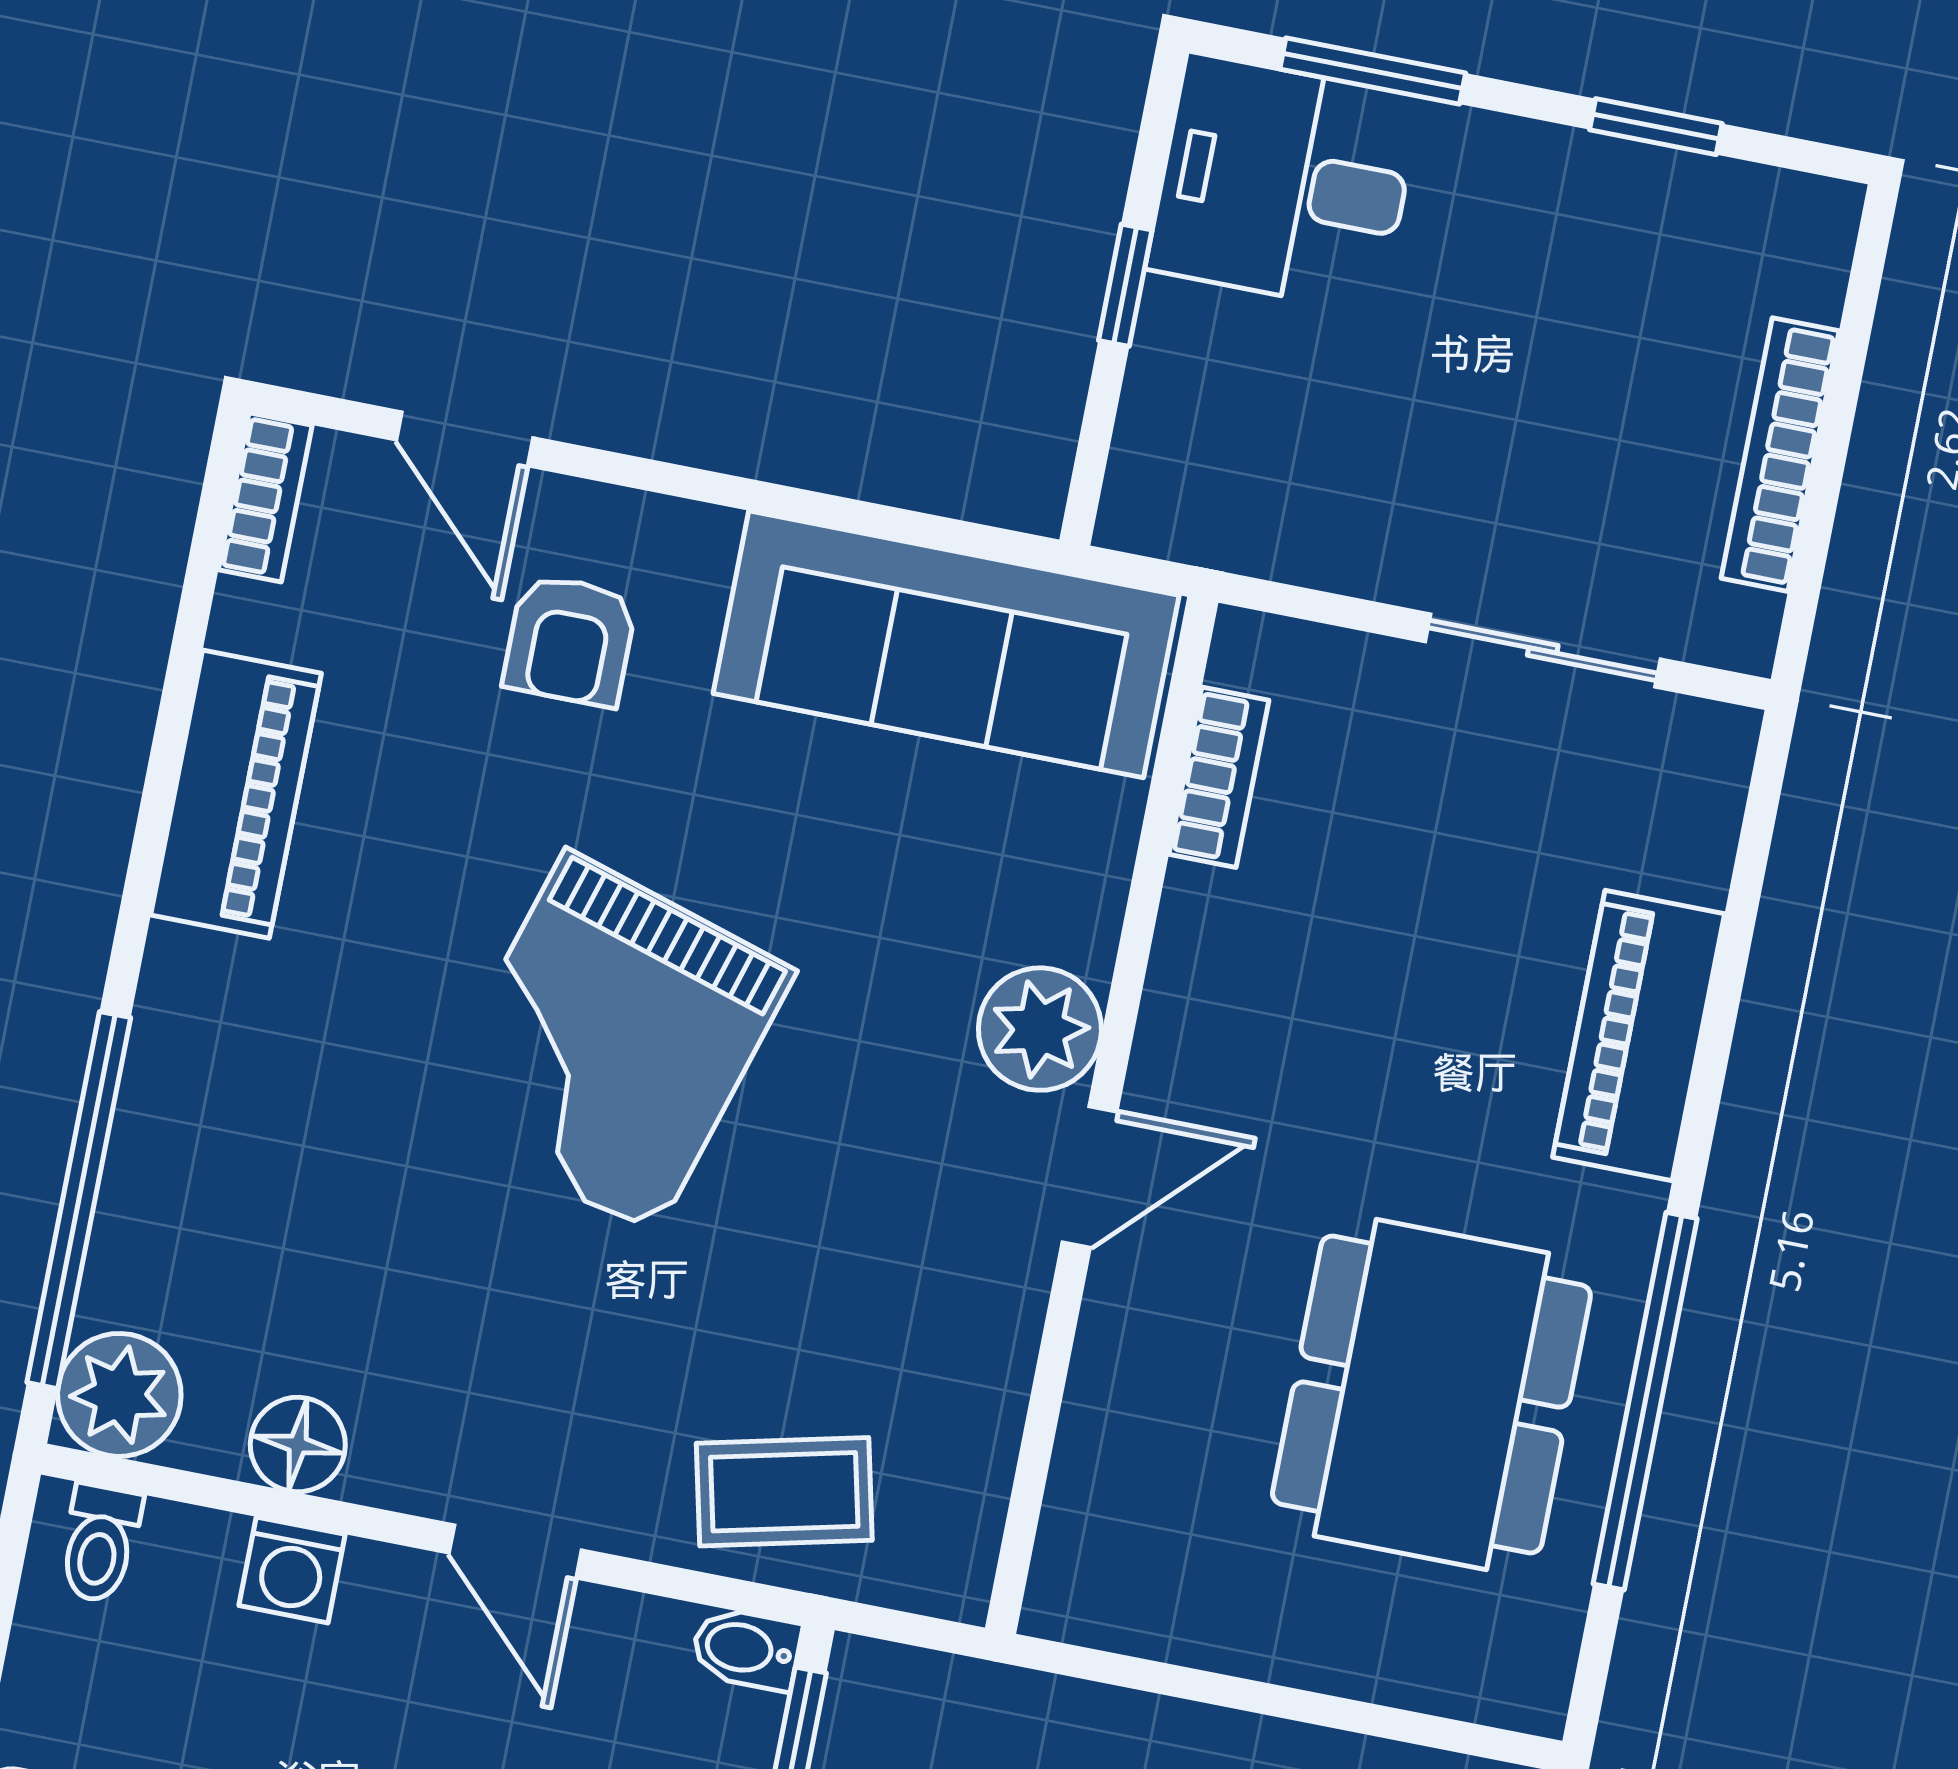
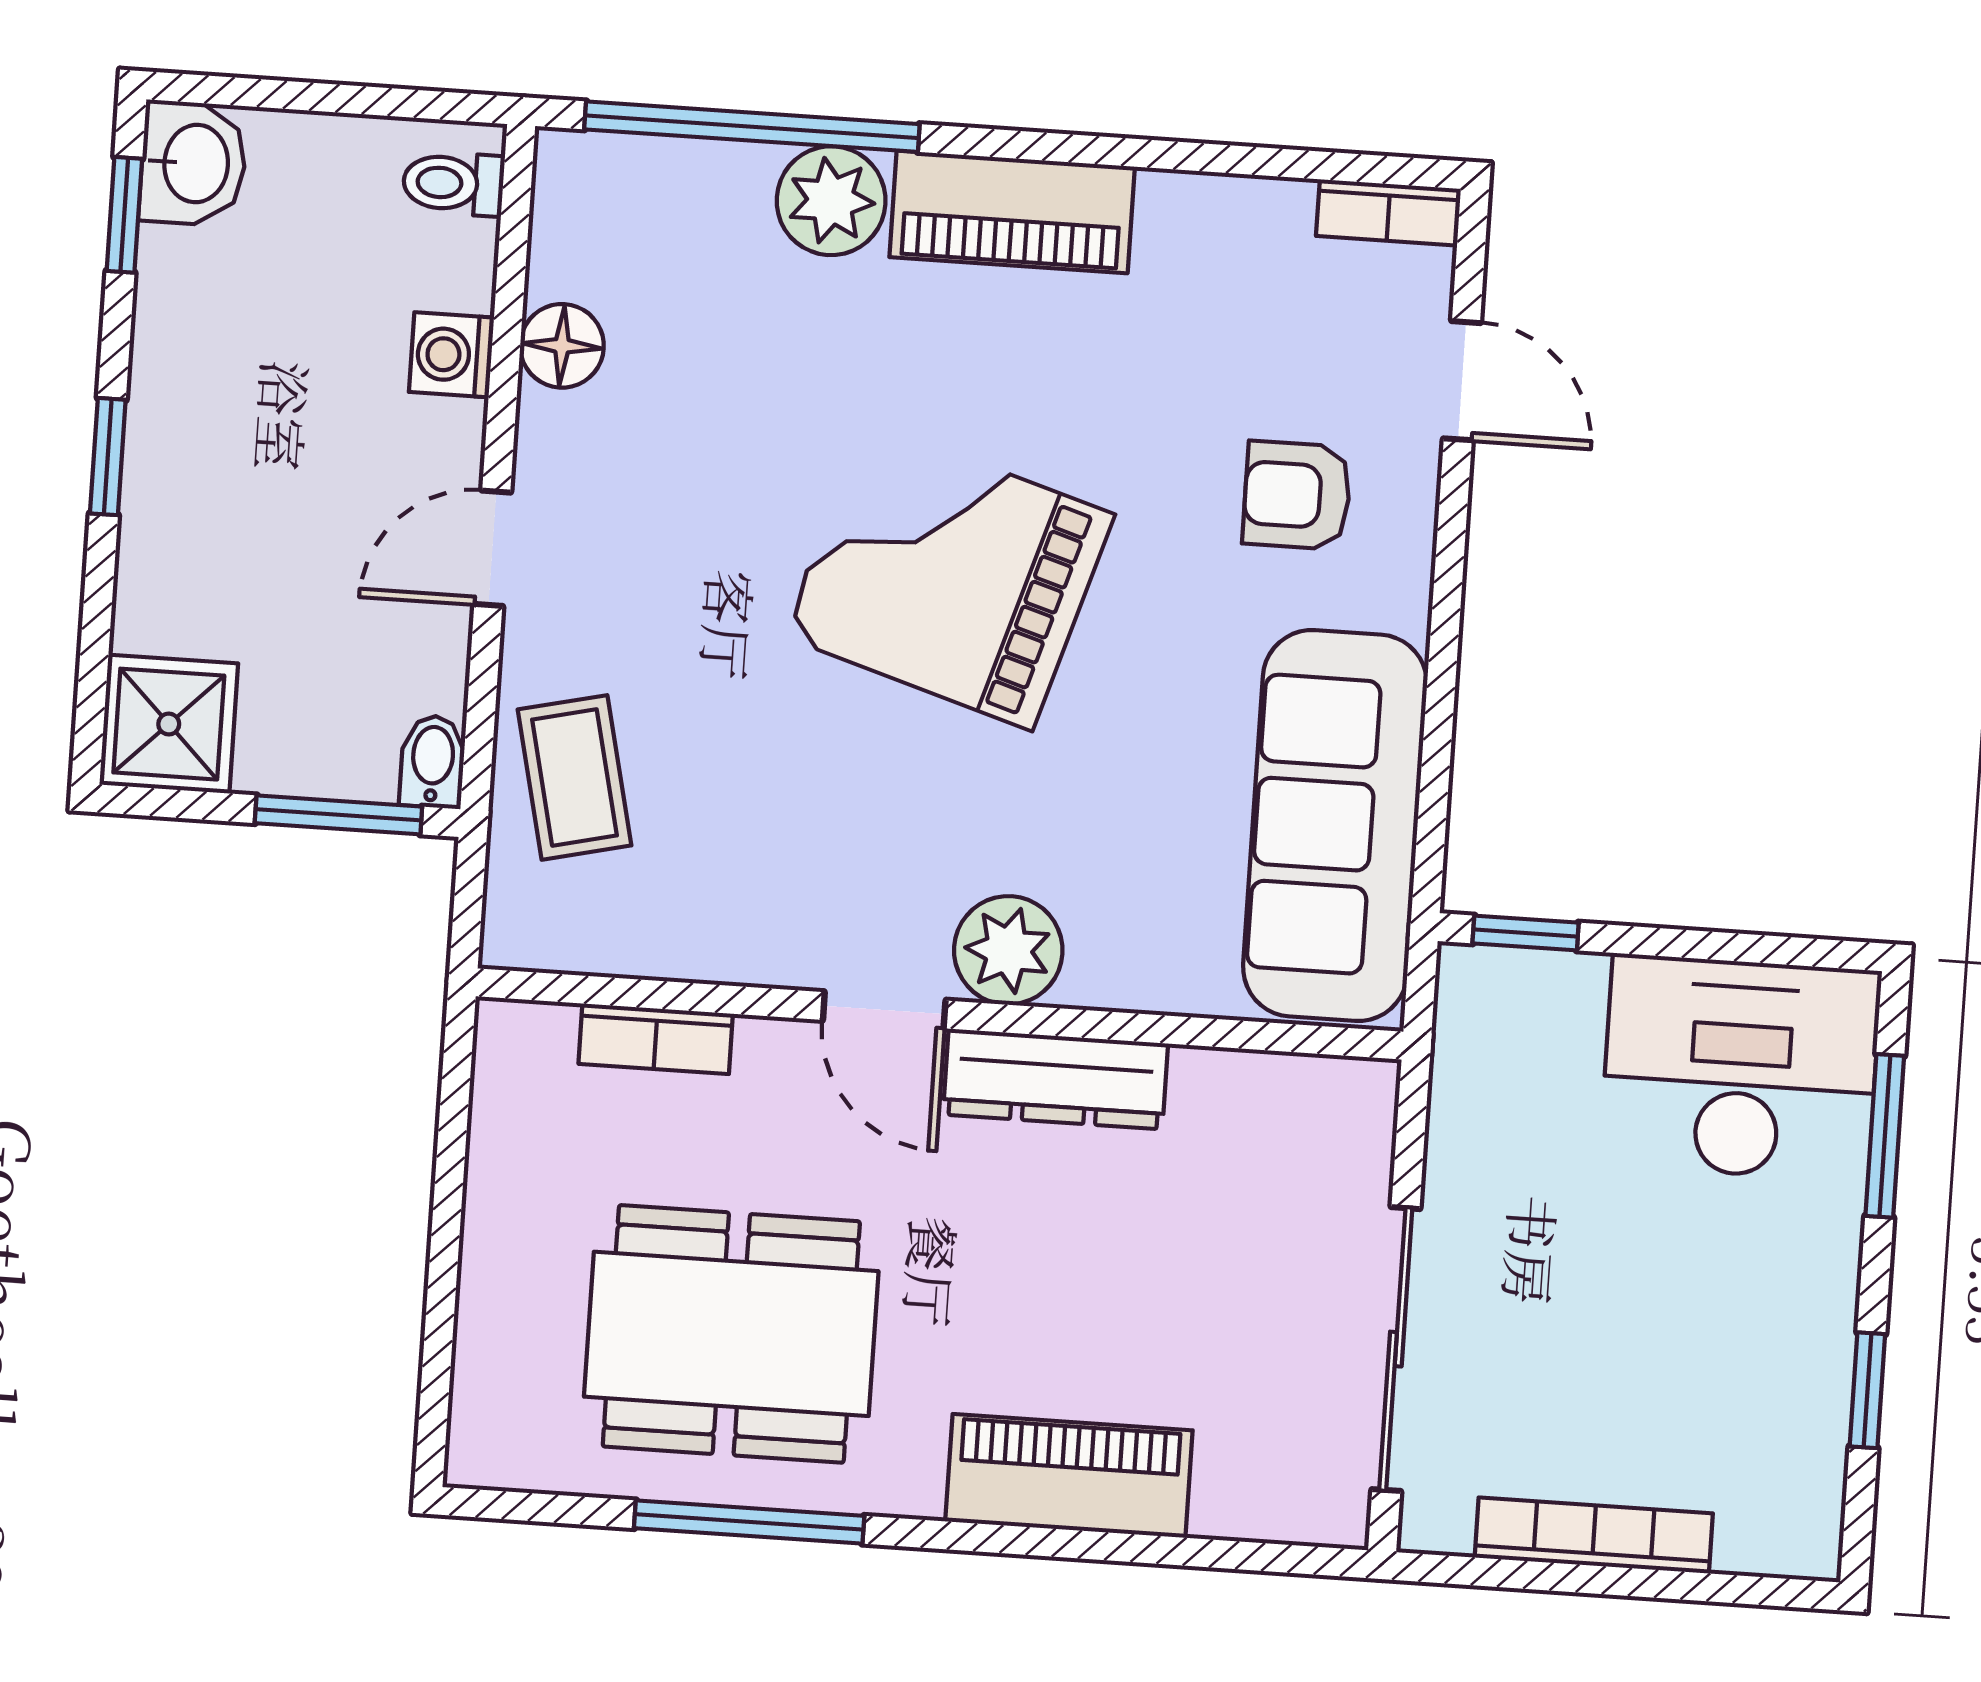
desk: (1284, 183) -> (1740, 1068), width x1.37
window: (1125, 285) -> (1526, 933), moved
door: (465, 439) -> (1462, 381), swing flipped
sliding door: (1543, 650) -> (1396, 1349), width x1.37
bookcase: (1219, 777) -> (656, 1039), moved
piano: (236, 794) -> (1012, 212), moved
dresser: (1191, 994) -> (1055, 1079), added
plant: (119, 1395) -> (831, 201), moved
window: (1645, 1401) -> (749, 1522), width x0.68

